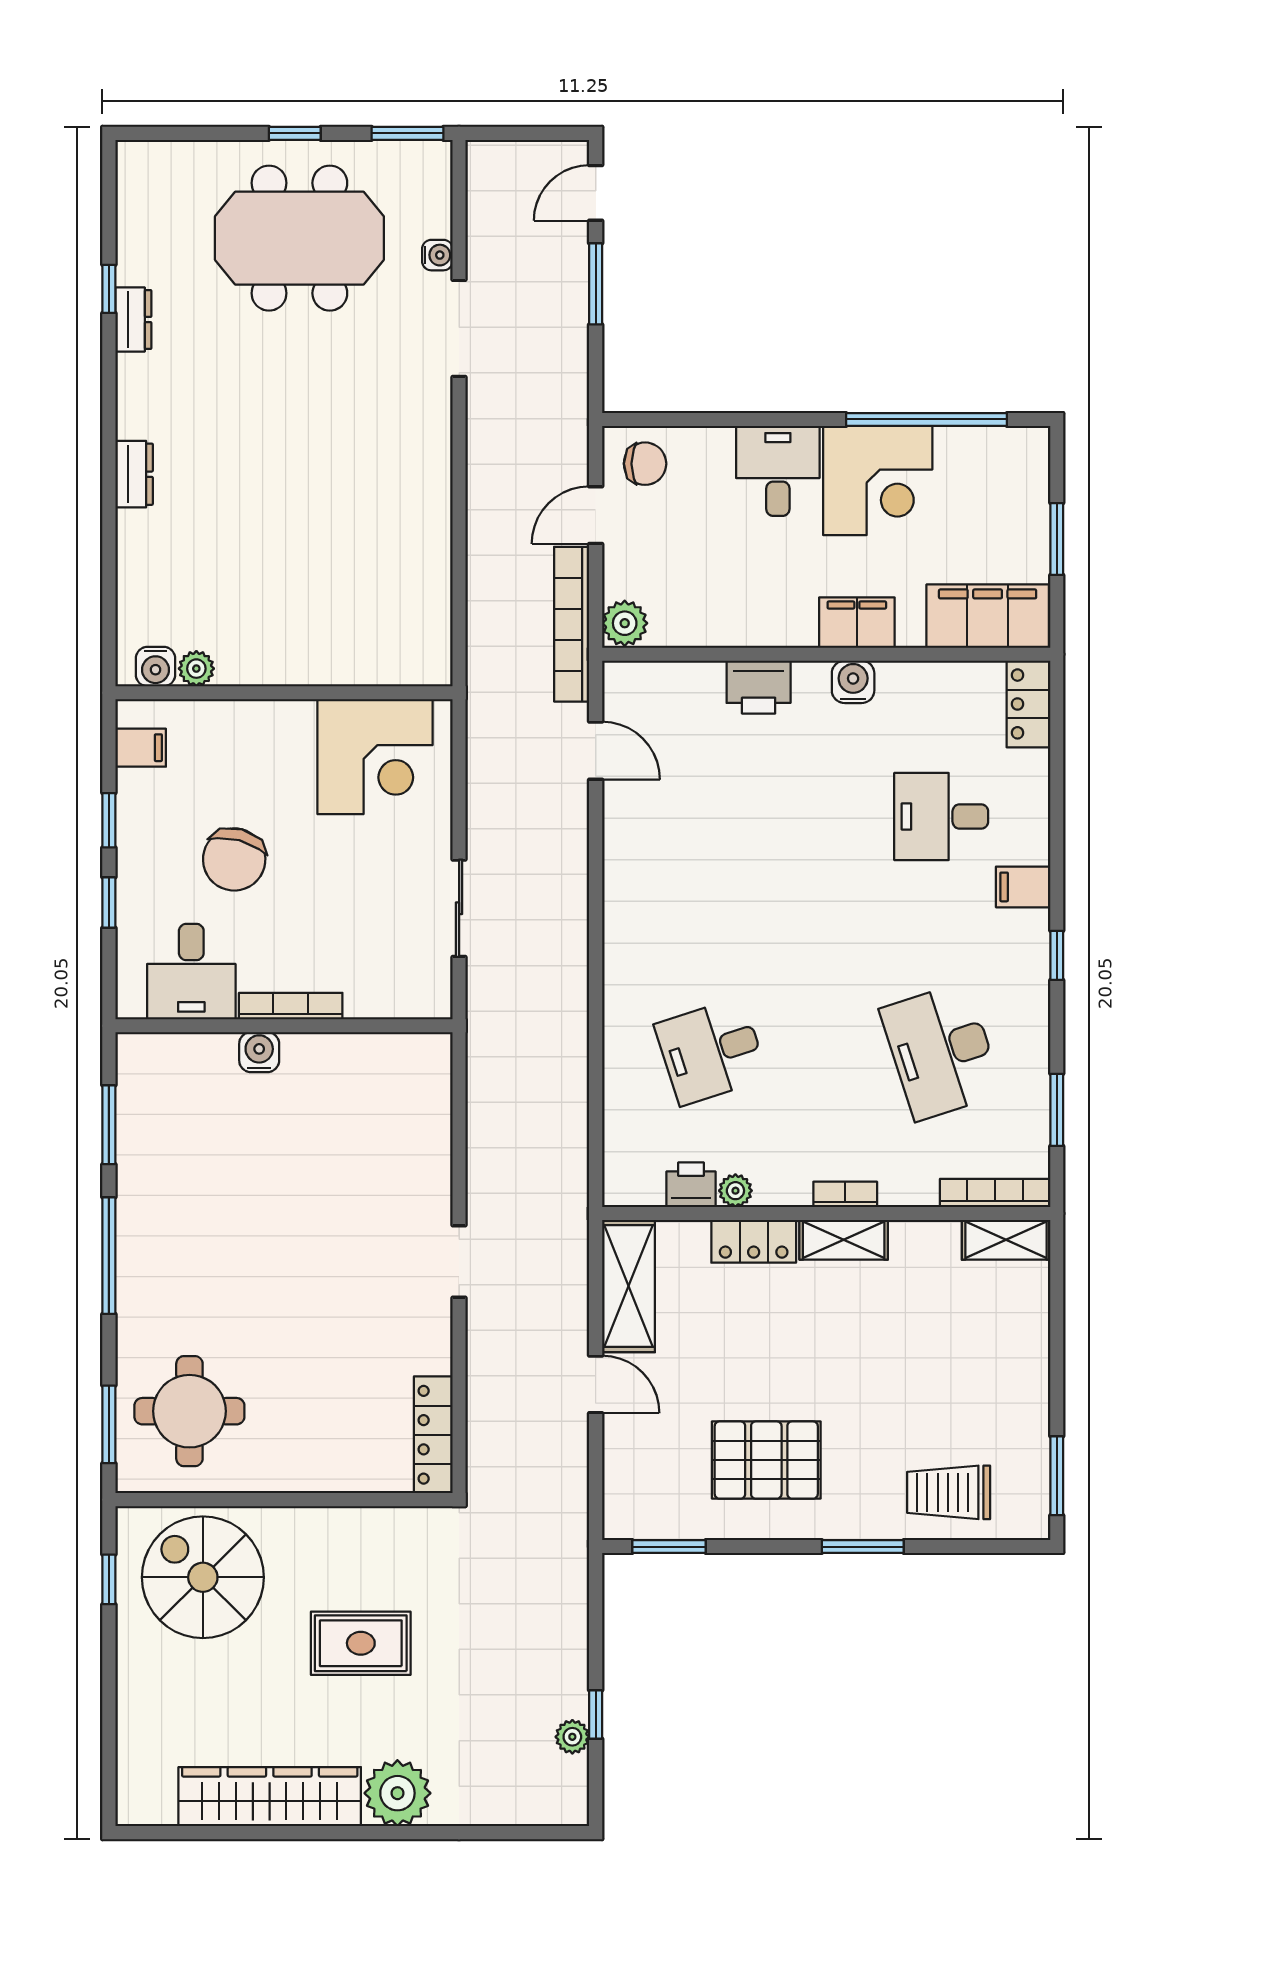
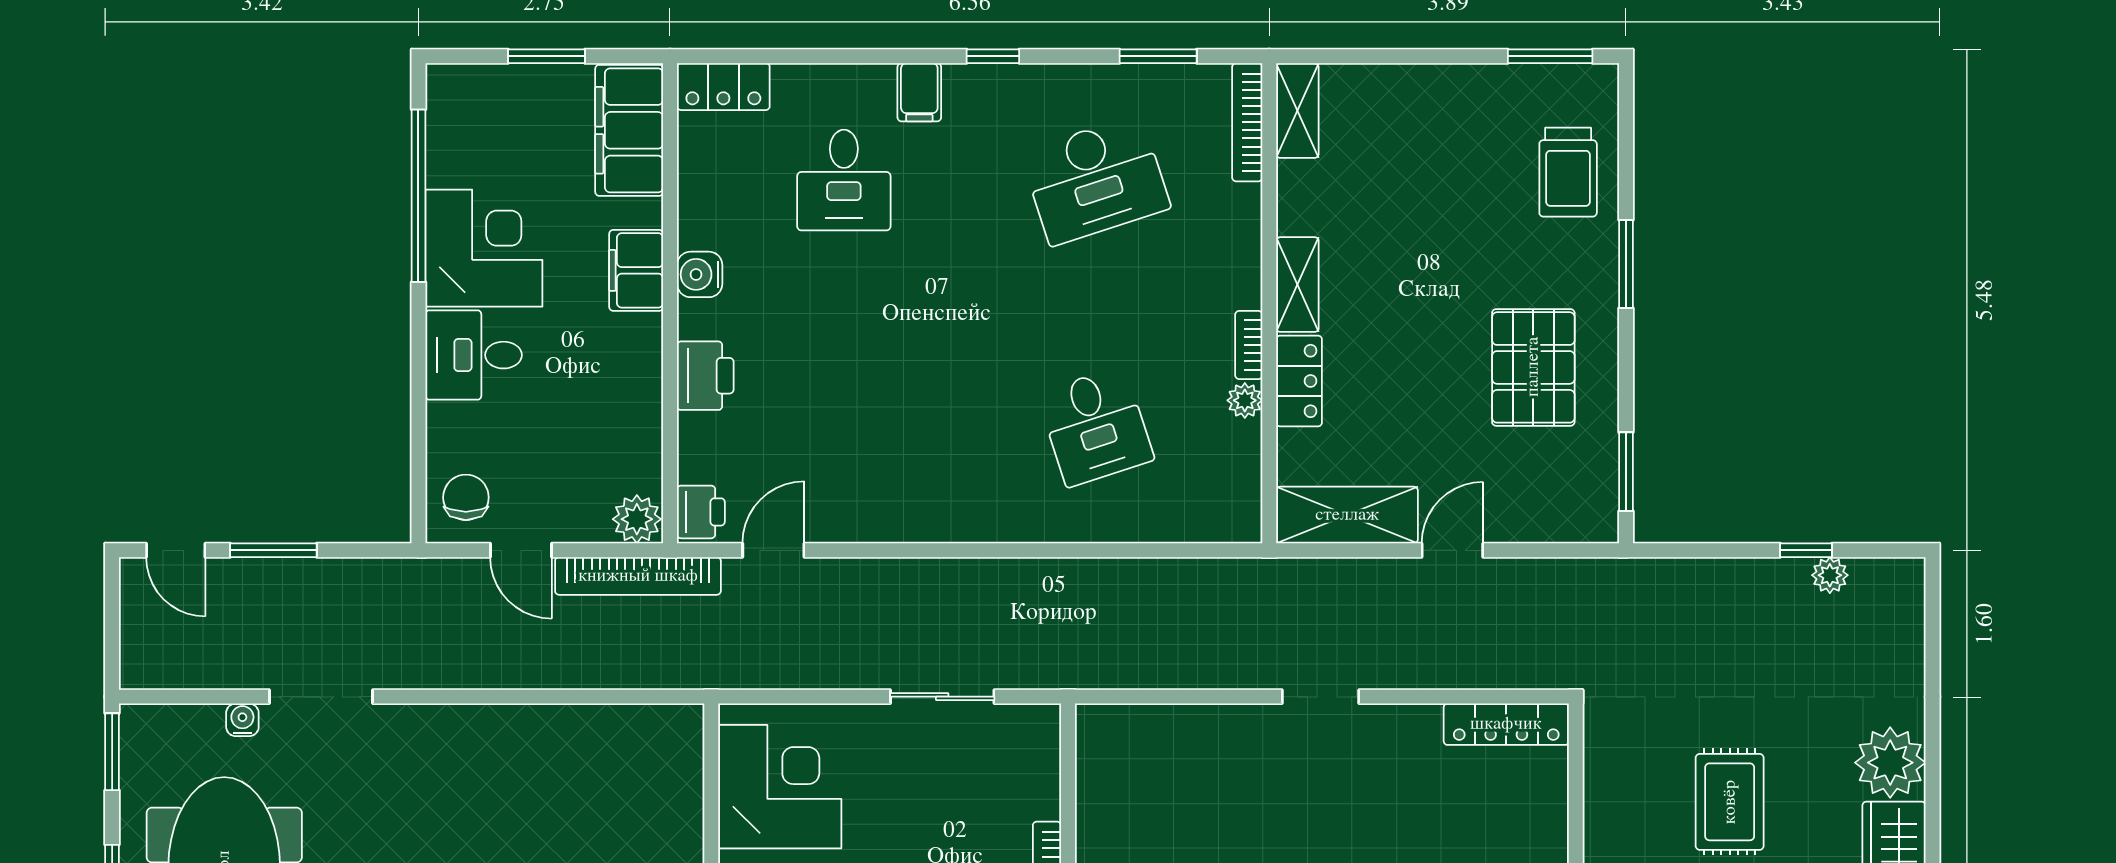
printer: (691, 1185) -> (701, 512), moved, turned 180
bookcase: (845, 1194) -> (1249, 345), moved

